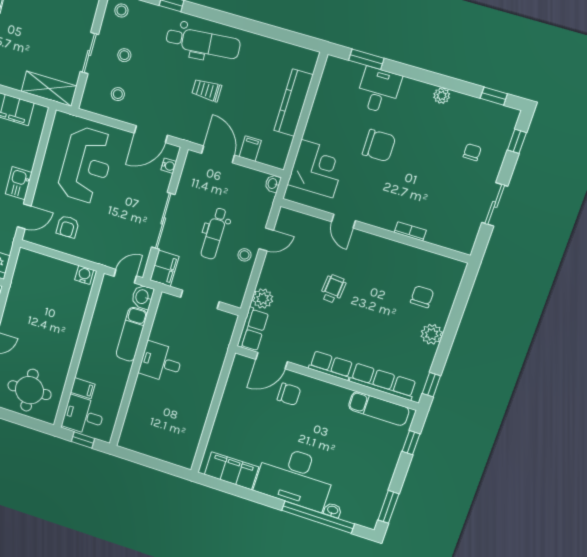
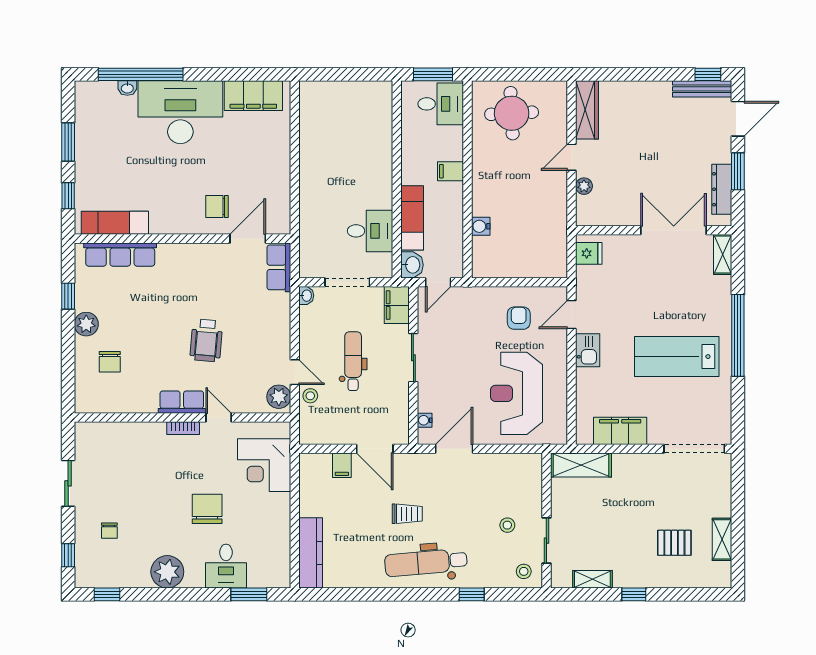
sliding door: (89, 53) -> (546, 541), moved
stool: (118, 94) -> (503, 481), removed
plant: (442, 96) -> (167, 572), width x1.87, depth x1.87
kitchen counter: (293, 103) -> (311, 553), moved
chair: (379, 146) -> (207, 509), turned 90
washbasin: (273, 184) -> (306, 296), moved
sliding door: (163, 221) -> (413, 358), width x0.73
bookcase: (410, 231) -> (183, 428), moved
door: (266, 239) -> (295, 372), swing flipped
stool: (244, 255) -> (310, 396), moved
water cooler: (84, 275) -> (481, 226), moved, turned 90
wheelchair: (333, 289) -> (206, 340), width x1.36, depth x1.37
plant: (263, 299) -> (279, 397), moved
desk: (161, 362) -> (370, 231), moved
row of seats: (331, 366) -> (182, 402), moved, turned 180
window: (431, 385) -> (68, 296), moved
filing cabinet: (83, 388) -> (450, 171), moved
window: (83, 440) -> (433, 74), width x1.50
window: (388, 507) -> (68, 142), moved

